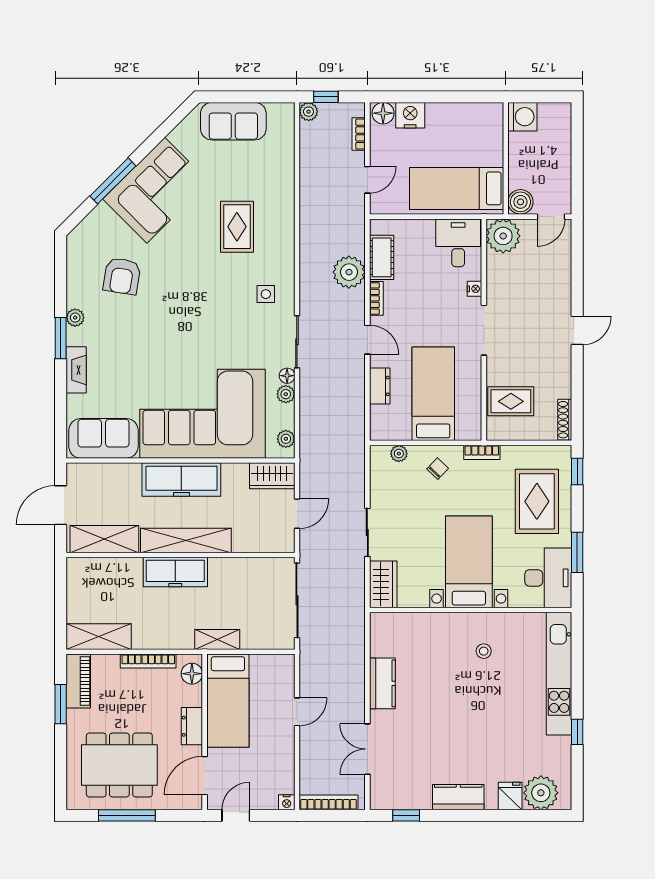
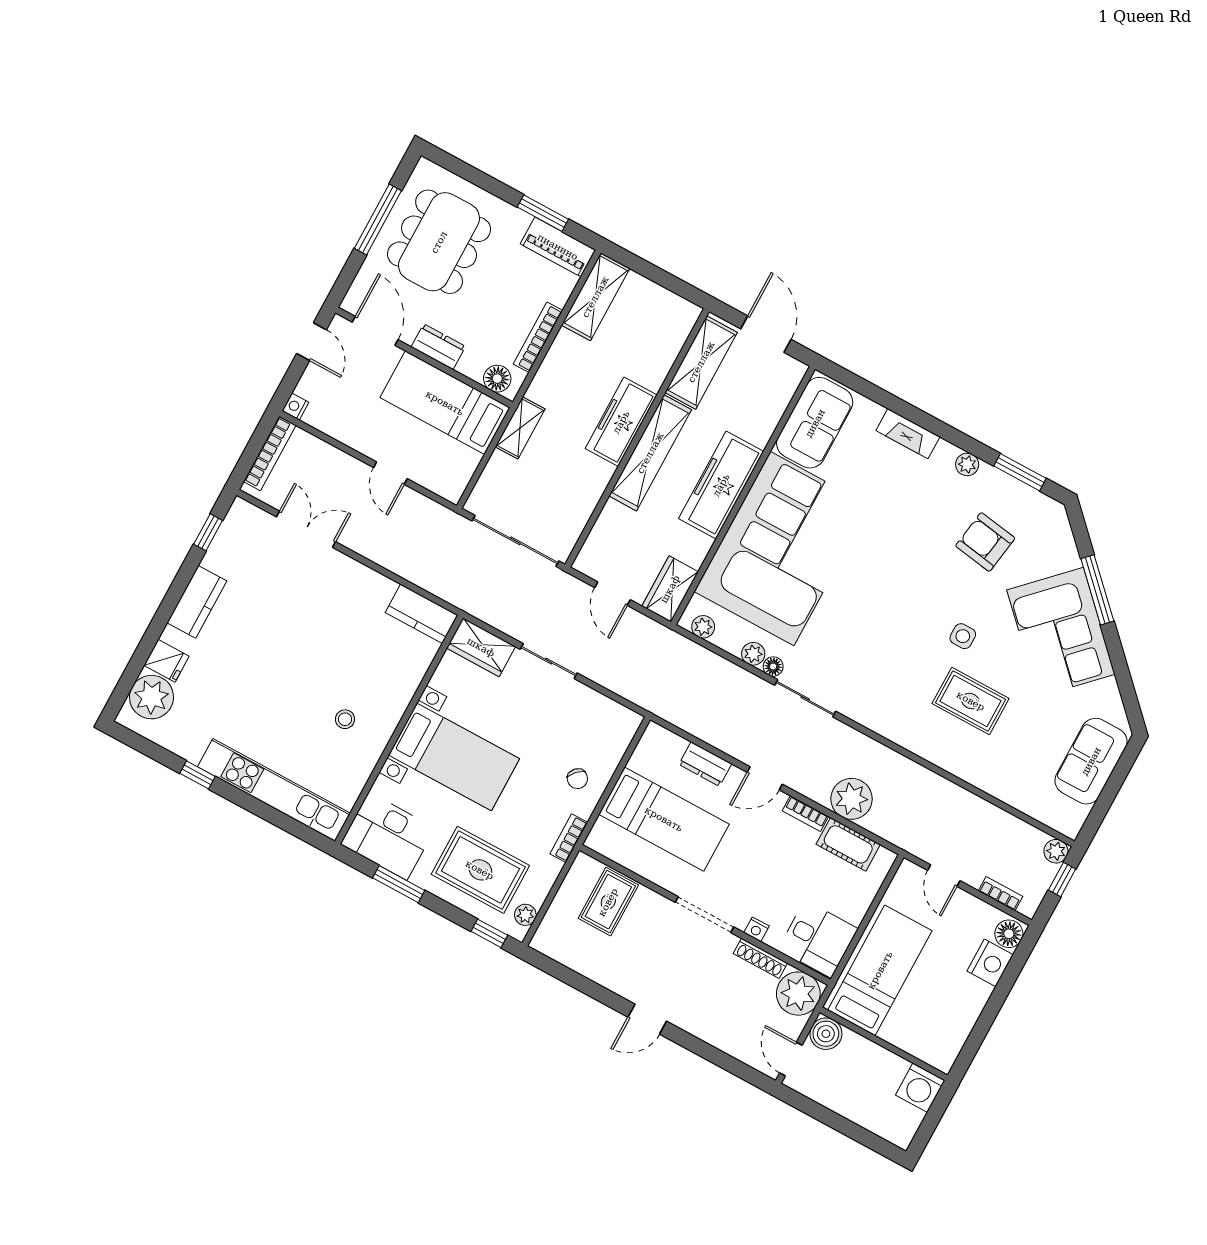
side table: (266, 294) -> (963, 636), moved
door: (577, 330) -> (647, 1019), hinge flipped
window: (61, 338) -> (1020, 472), moved
shoe rack: (565, 420) -> (760, 958), moved, turned 180
plant: (399, 454) -> (525, 915), moved
kitchen counter: (382, 683) -> (422, 614), moved

